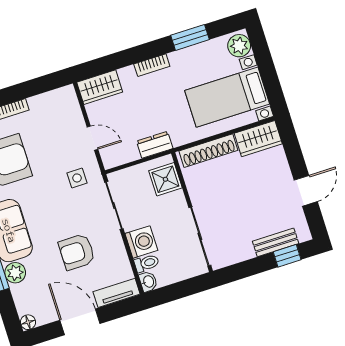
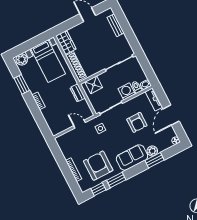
wardrobe: (100, 87) -> (54, 125), removed
door: (92, 138) -> (79, 124), hinge flipped
window: (287, 256) -> (121, 18), removed

